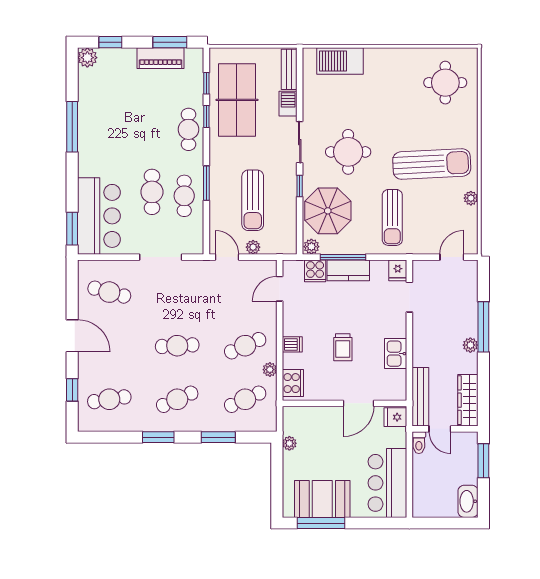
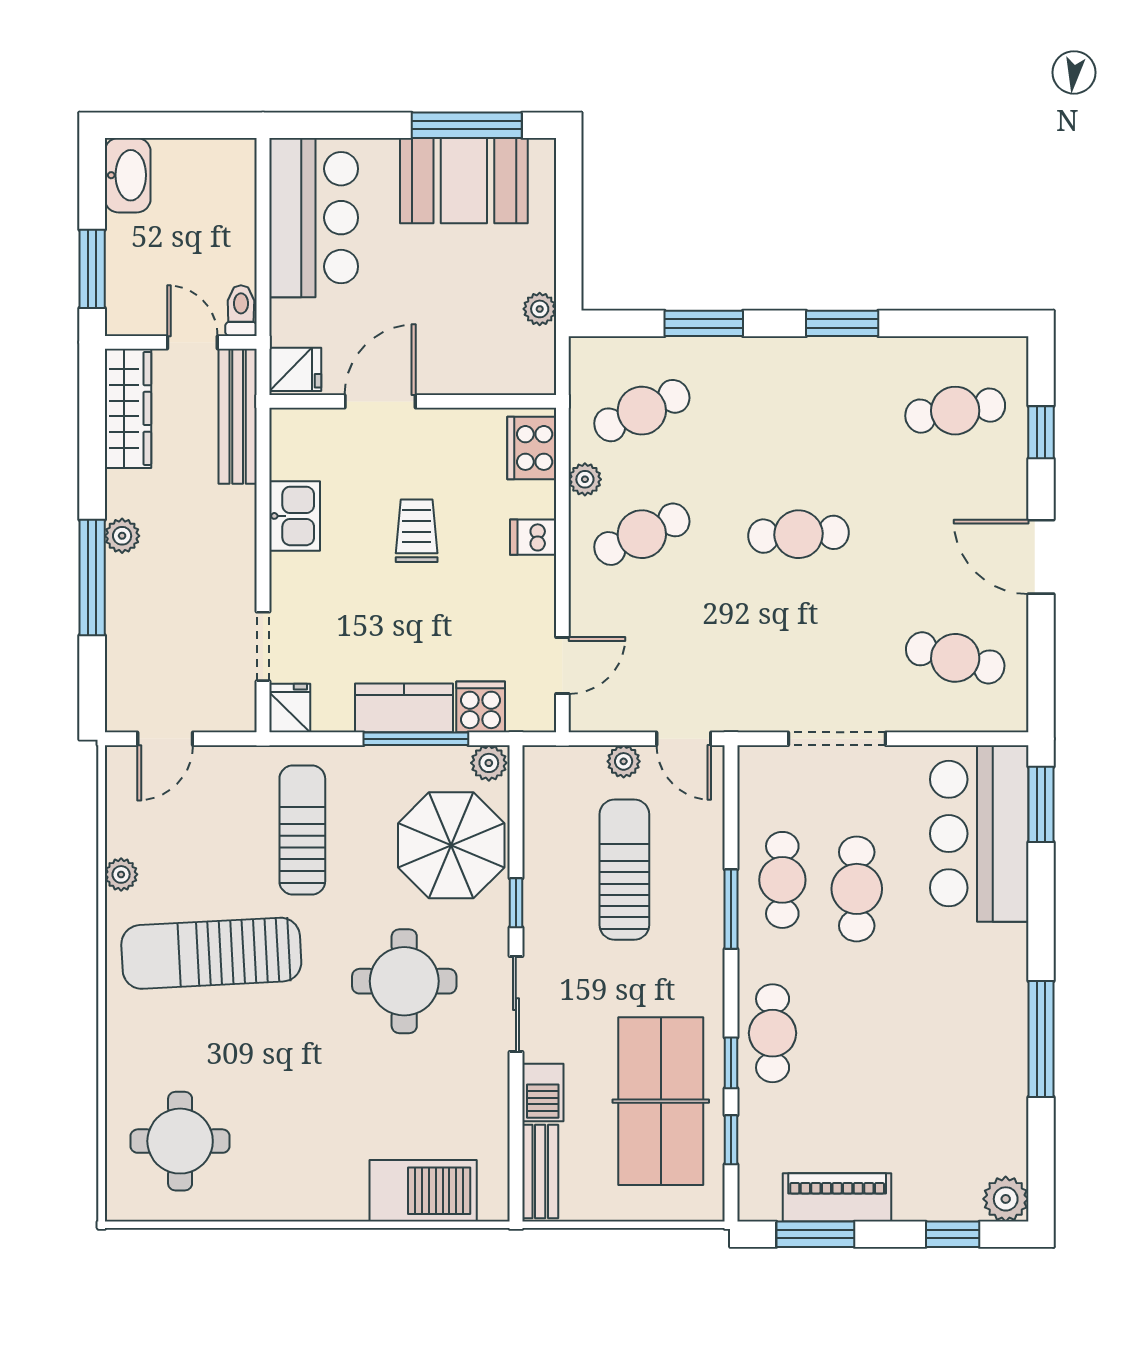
cafe table: (177, 399) -> (798, 411), removed

